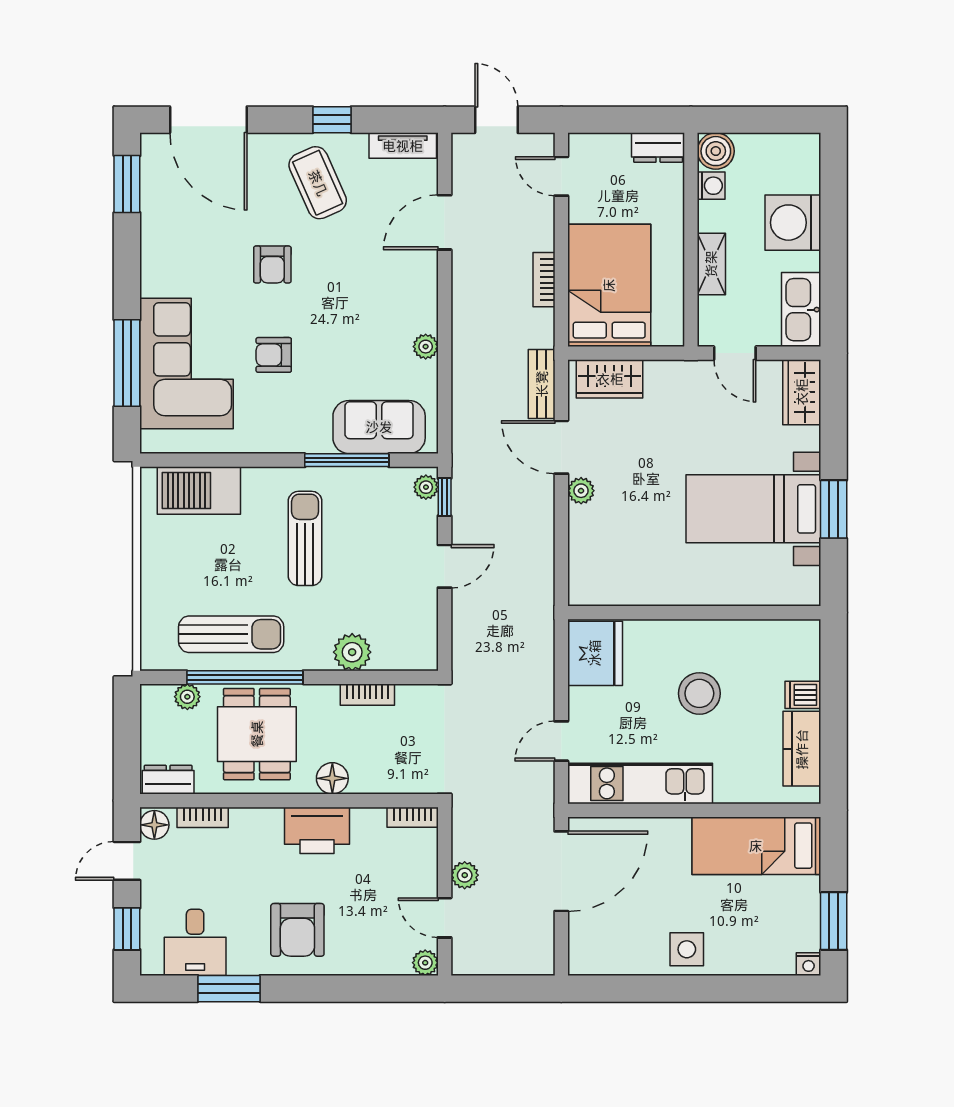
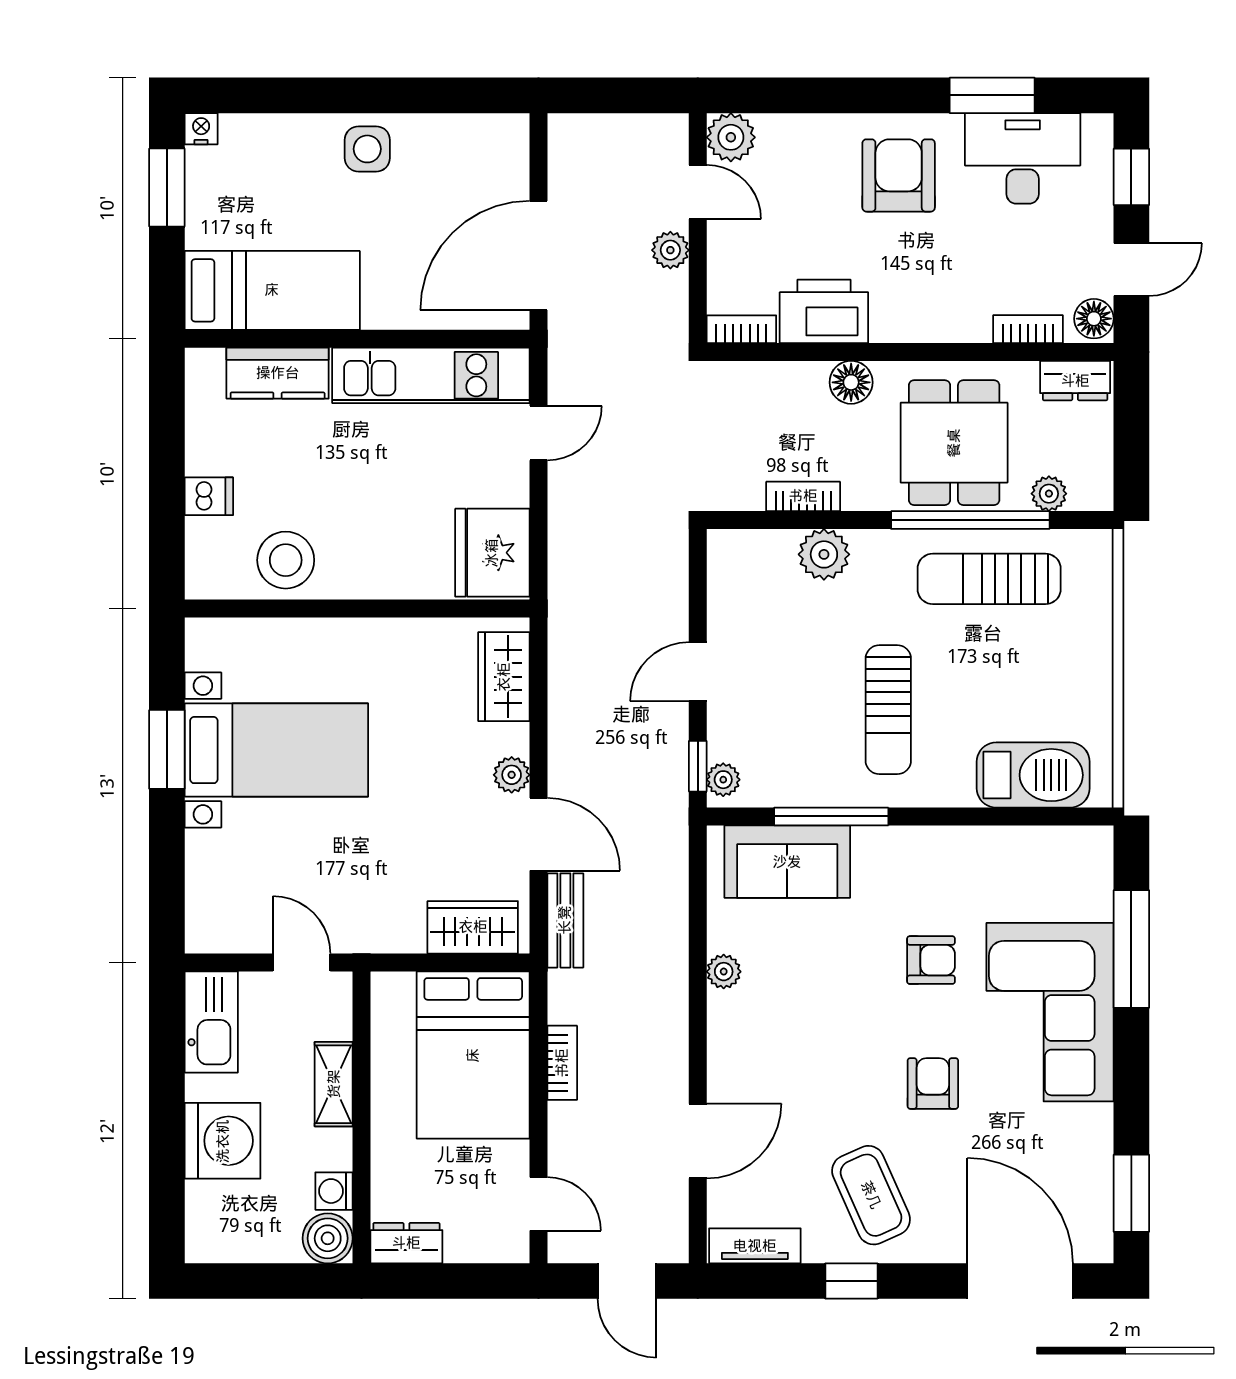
corner sofa: (187, 364) -> (1050, 1012), moved
wardrobe: (802, 392) -> (504, 677), moved, turned 180
stool: (699, 693) -> (286, 560), moved
kitchen counter: (802, 749) -> (278, 373), moved, turned 90
printer: (317, 830) -> (824, 311), moved
desk: (195, 942) -> (1023, 158), width x1.37
plant: (425, 963) -> (731, 137), width x1.38, depth x1.38

